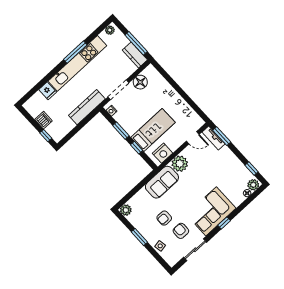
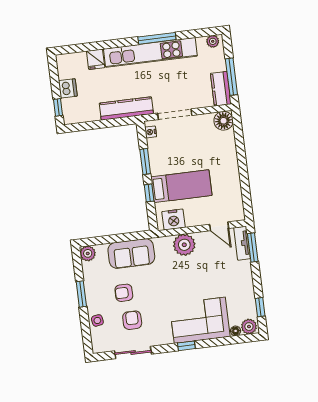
floor lamp: (140, 82) -> (224, 121), moved
sofa: (162, 182) -> (131, 253), moved
corner sofa: (211, 211) -> (200, 320), moved

